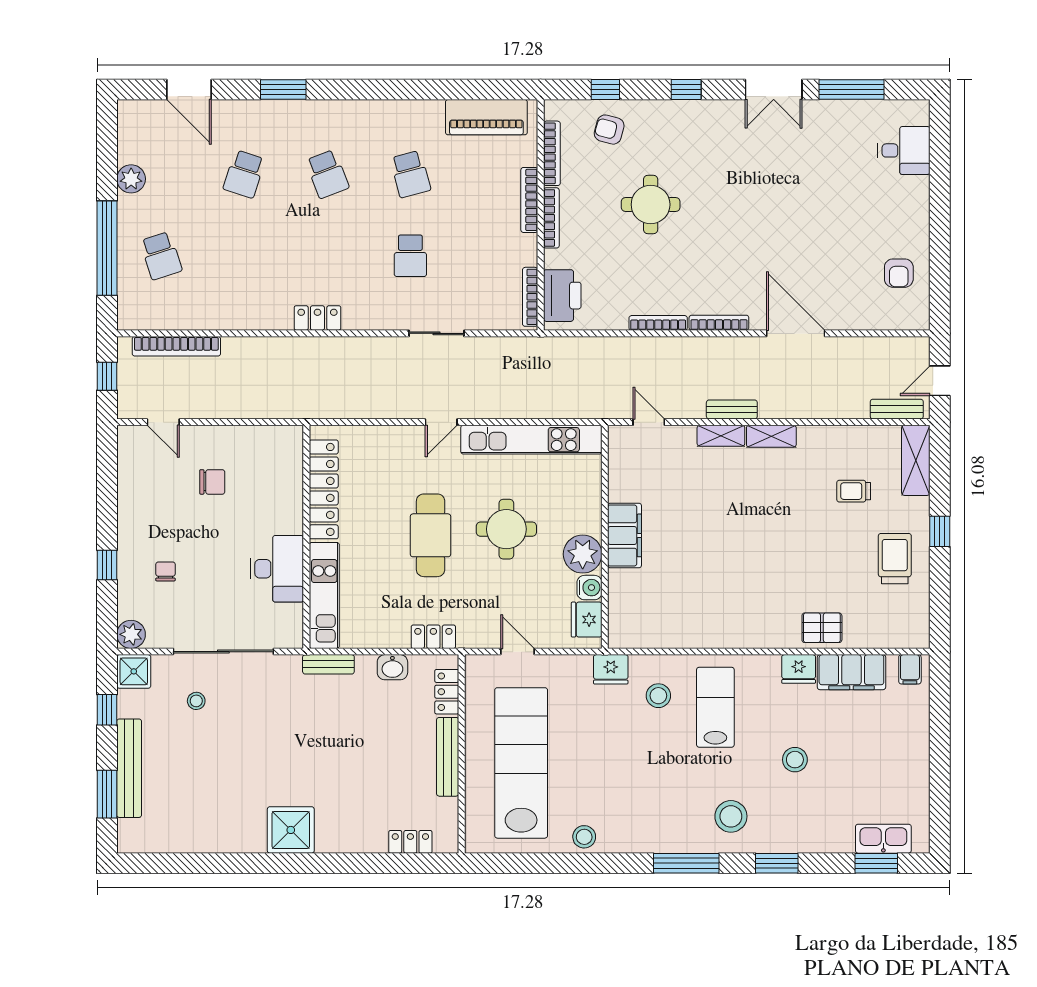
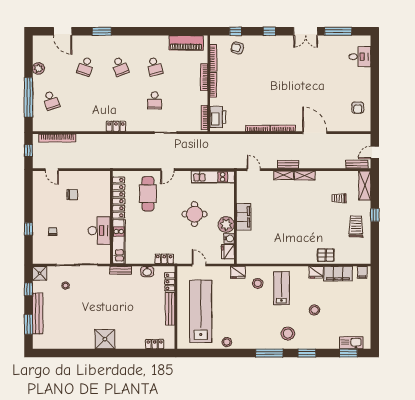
round table: (651, 205) -> (254, 79), removed
kitchen unit: (531, 440) -> (213, 177), width x0.73
cafe table: (431, 535) -> (148, 194), moved
plant: (131, 634) -> (38, 258), removed

